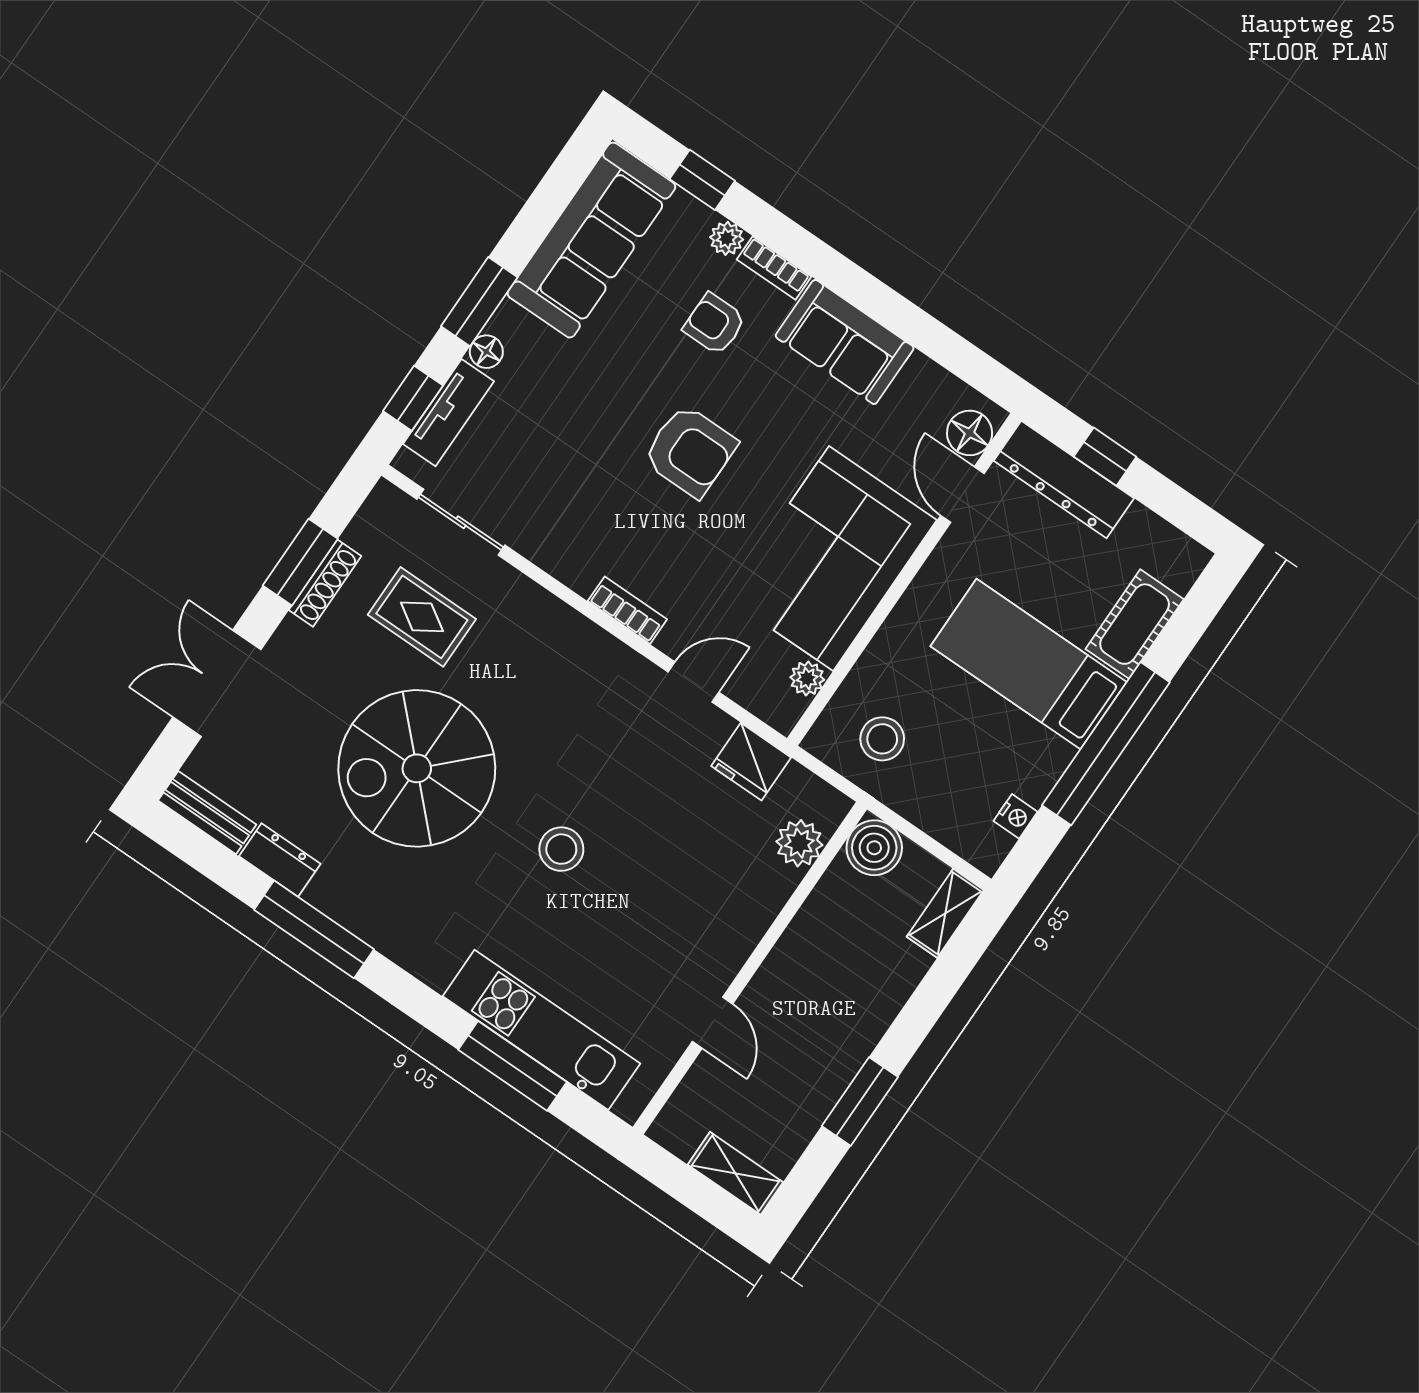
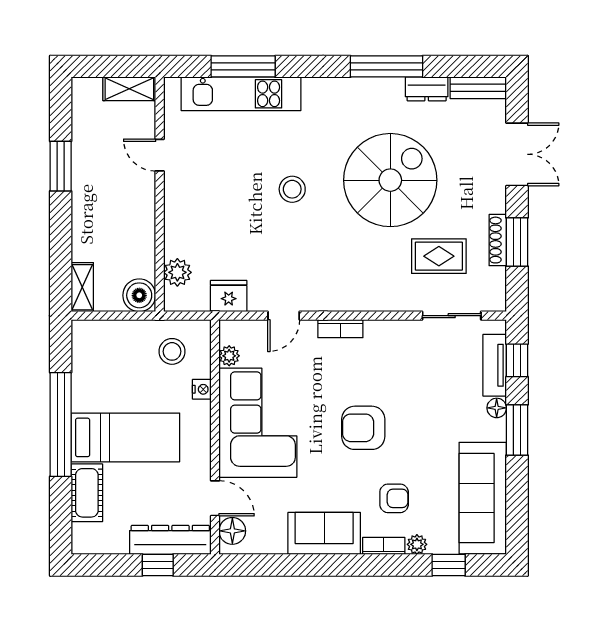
nightstand: (1016, 816) -> (202, 389), moved, turned 180
shelving: (735, 1173) -> (129, 89), moved

